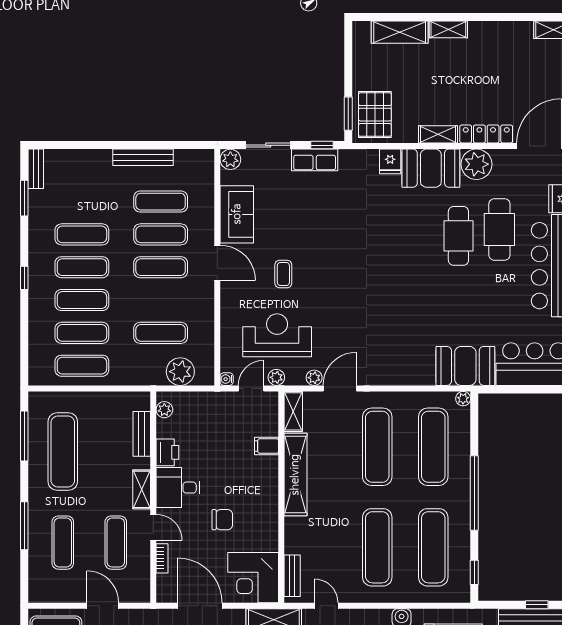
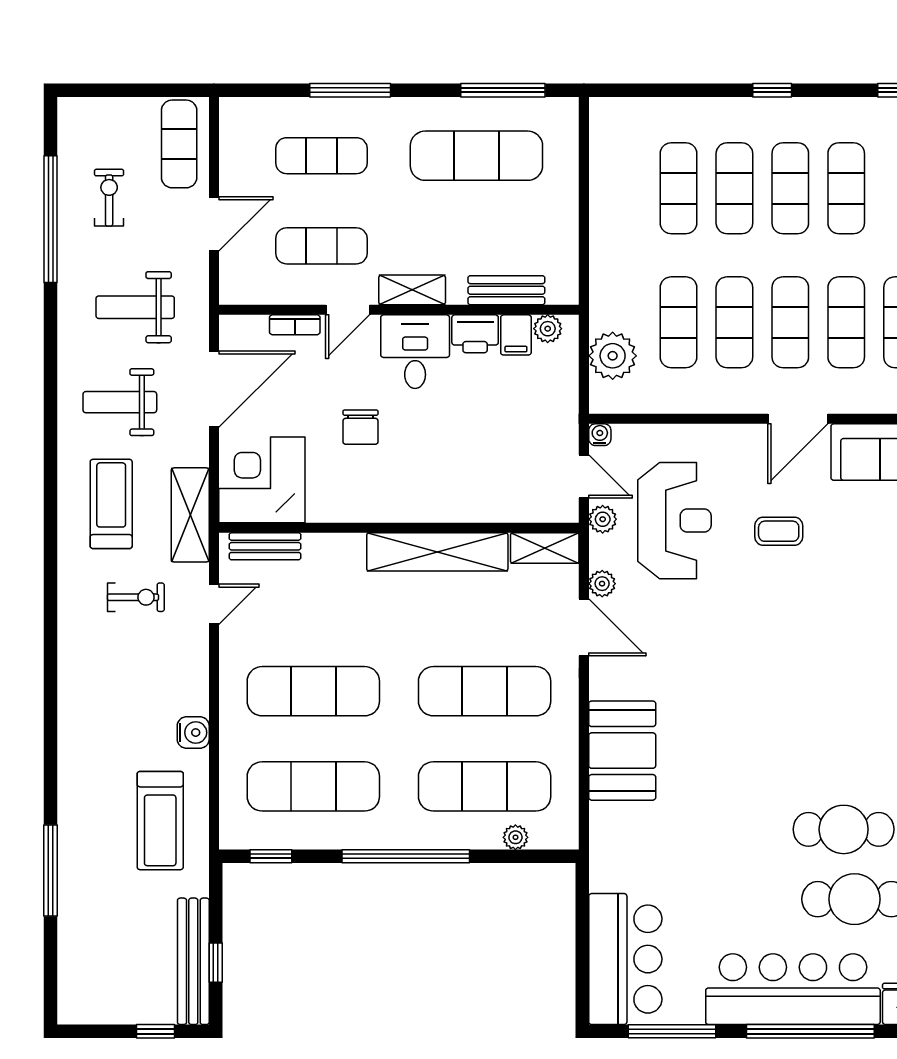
exercise mat: (82, 366) -> (734, 322), moved
booth: (465, 366) -> (622, 751), moved
plant: (463, 399) -> (515, 837), moved
filing cabinet: (266, 446) -> (516, 335), moved, turned 180

